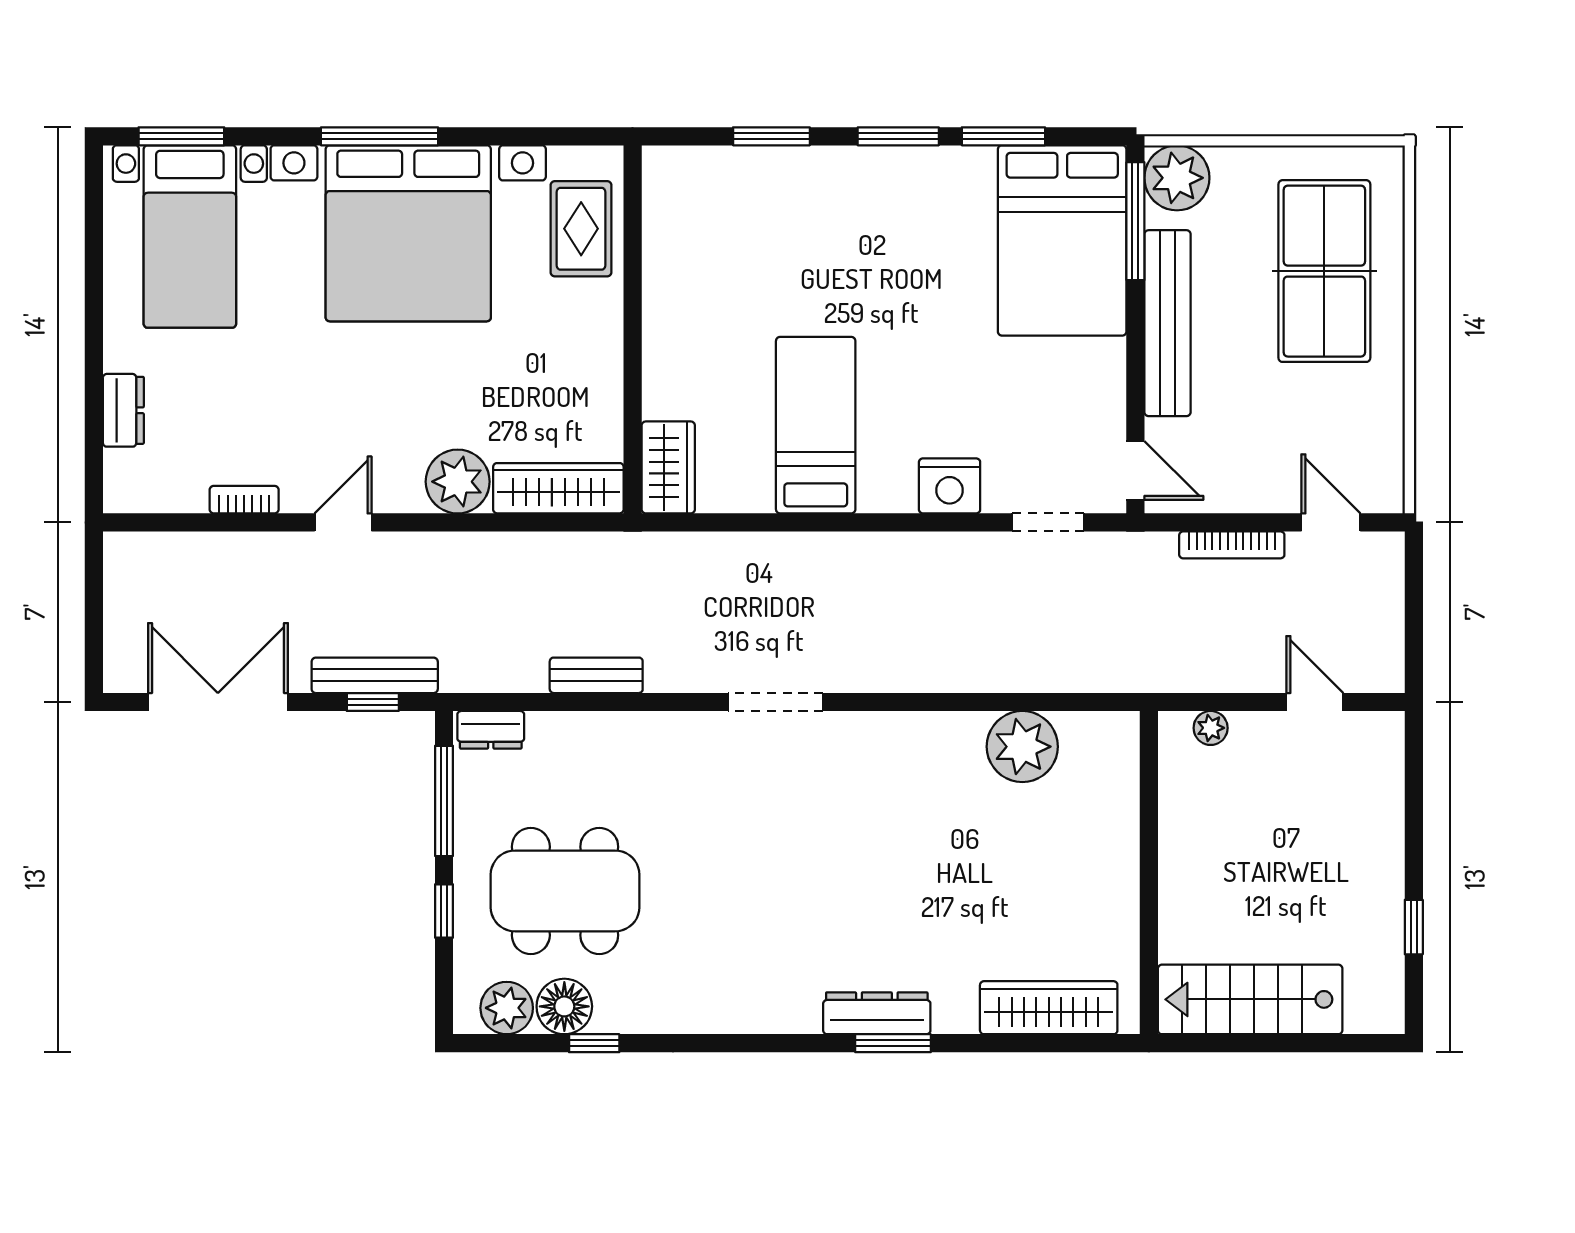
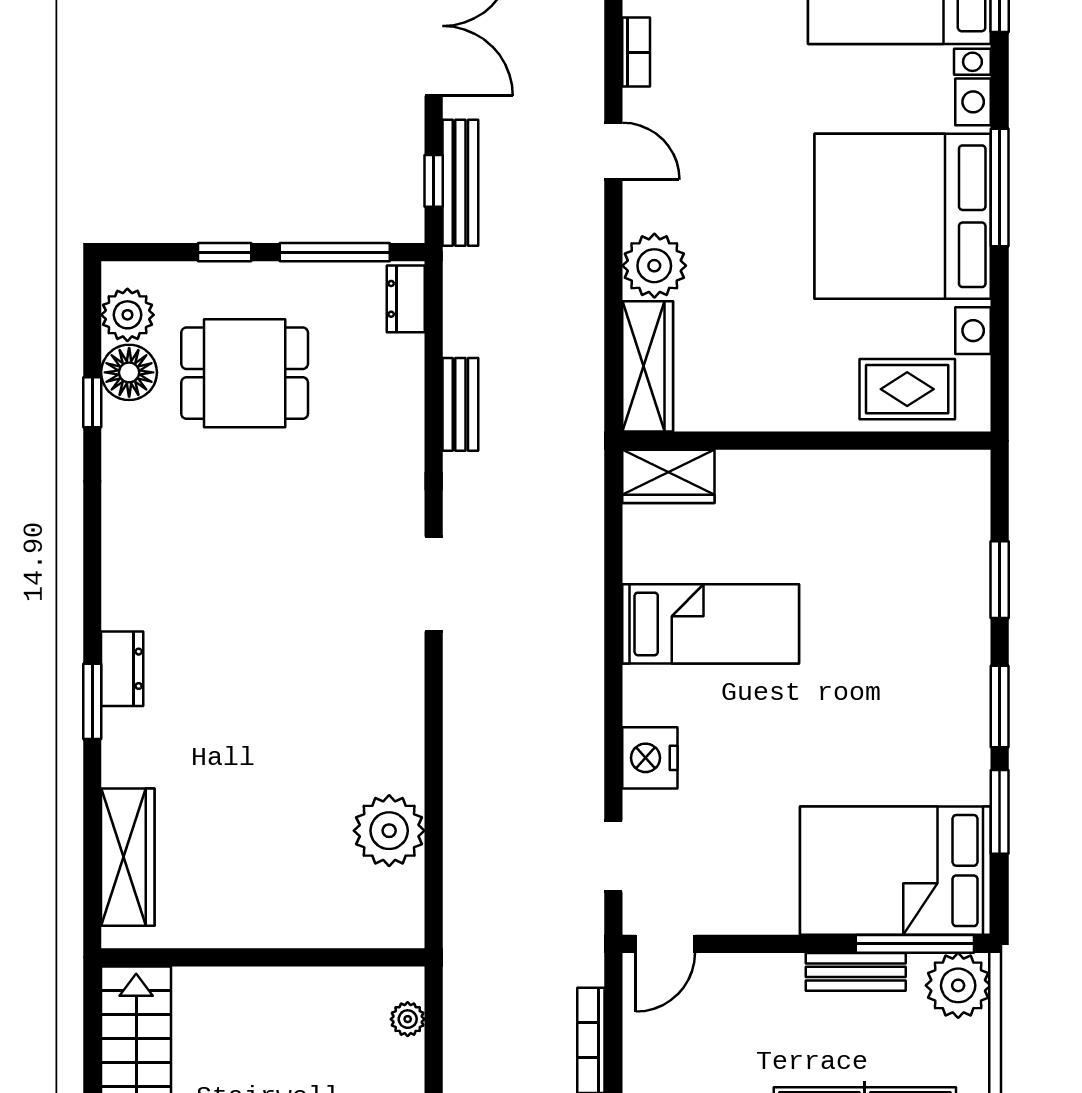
bench: (1168, 323) -> (856, 972), width x0.54, depth x0.82
dining table: (565, 891) -> (245, 373), width x0.73
dresser: (877, 1013) -> (122, 669), width x0.70

